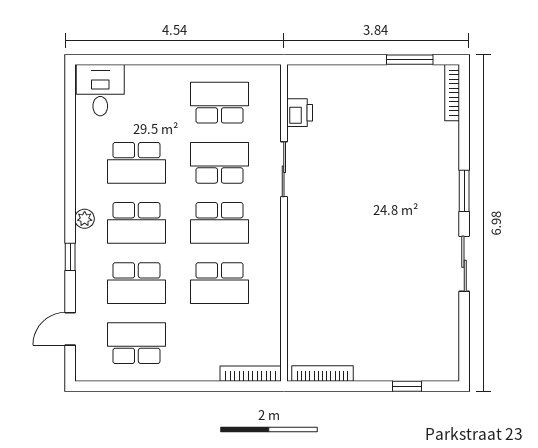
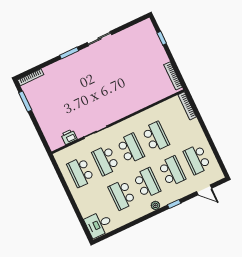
school desk: (136, 163) -> (122, 195), turned 180

